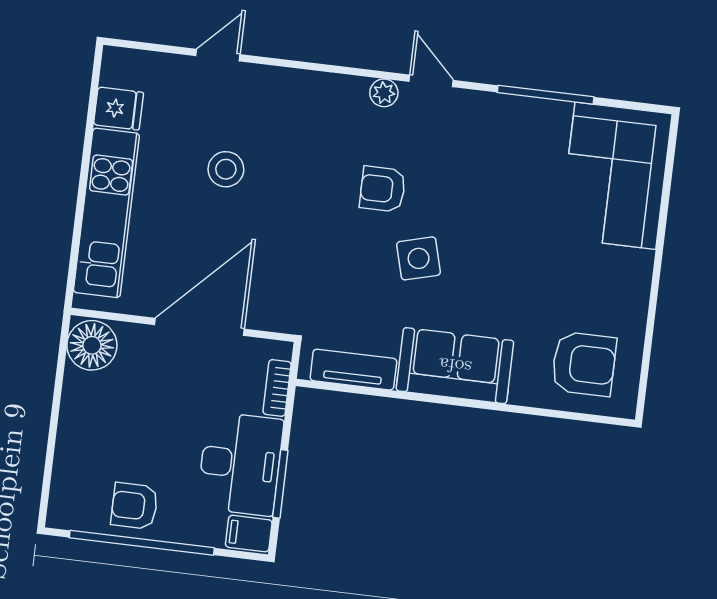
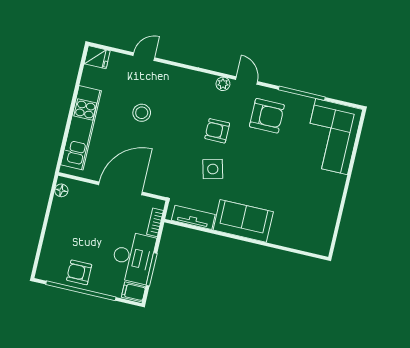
fridge: (119, 109) -> (97, 57), moved
side table: (419, 258) -> (213, 169), moved
floor lamp: (92, 345) -> (61, 190), width x0.53, depth x0.53
armchair: (584, 364) -> (267, 116), moved

